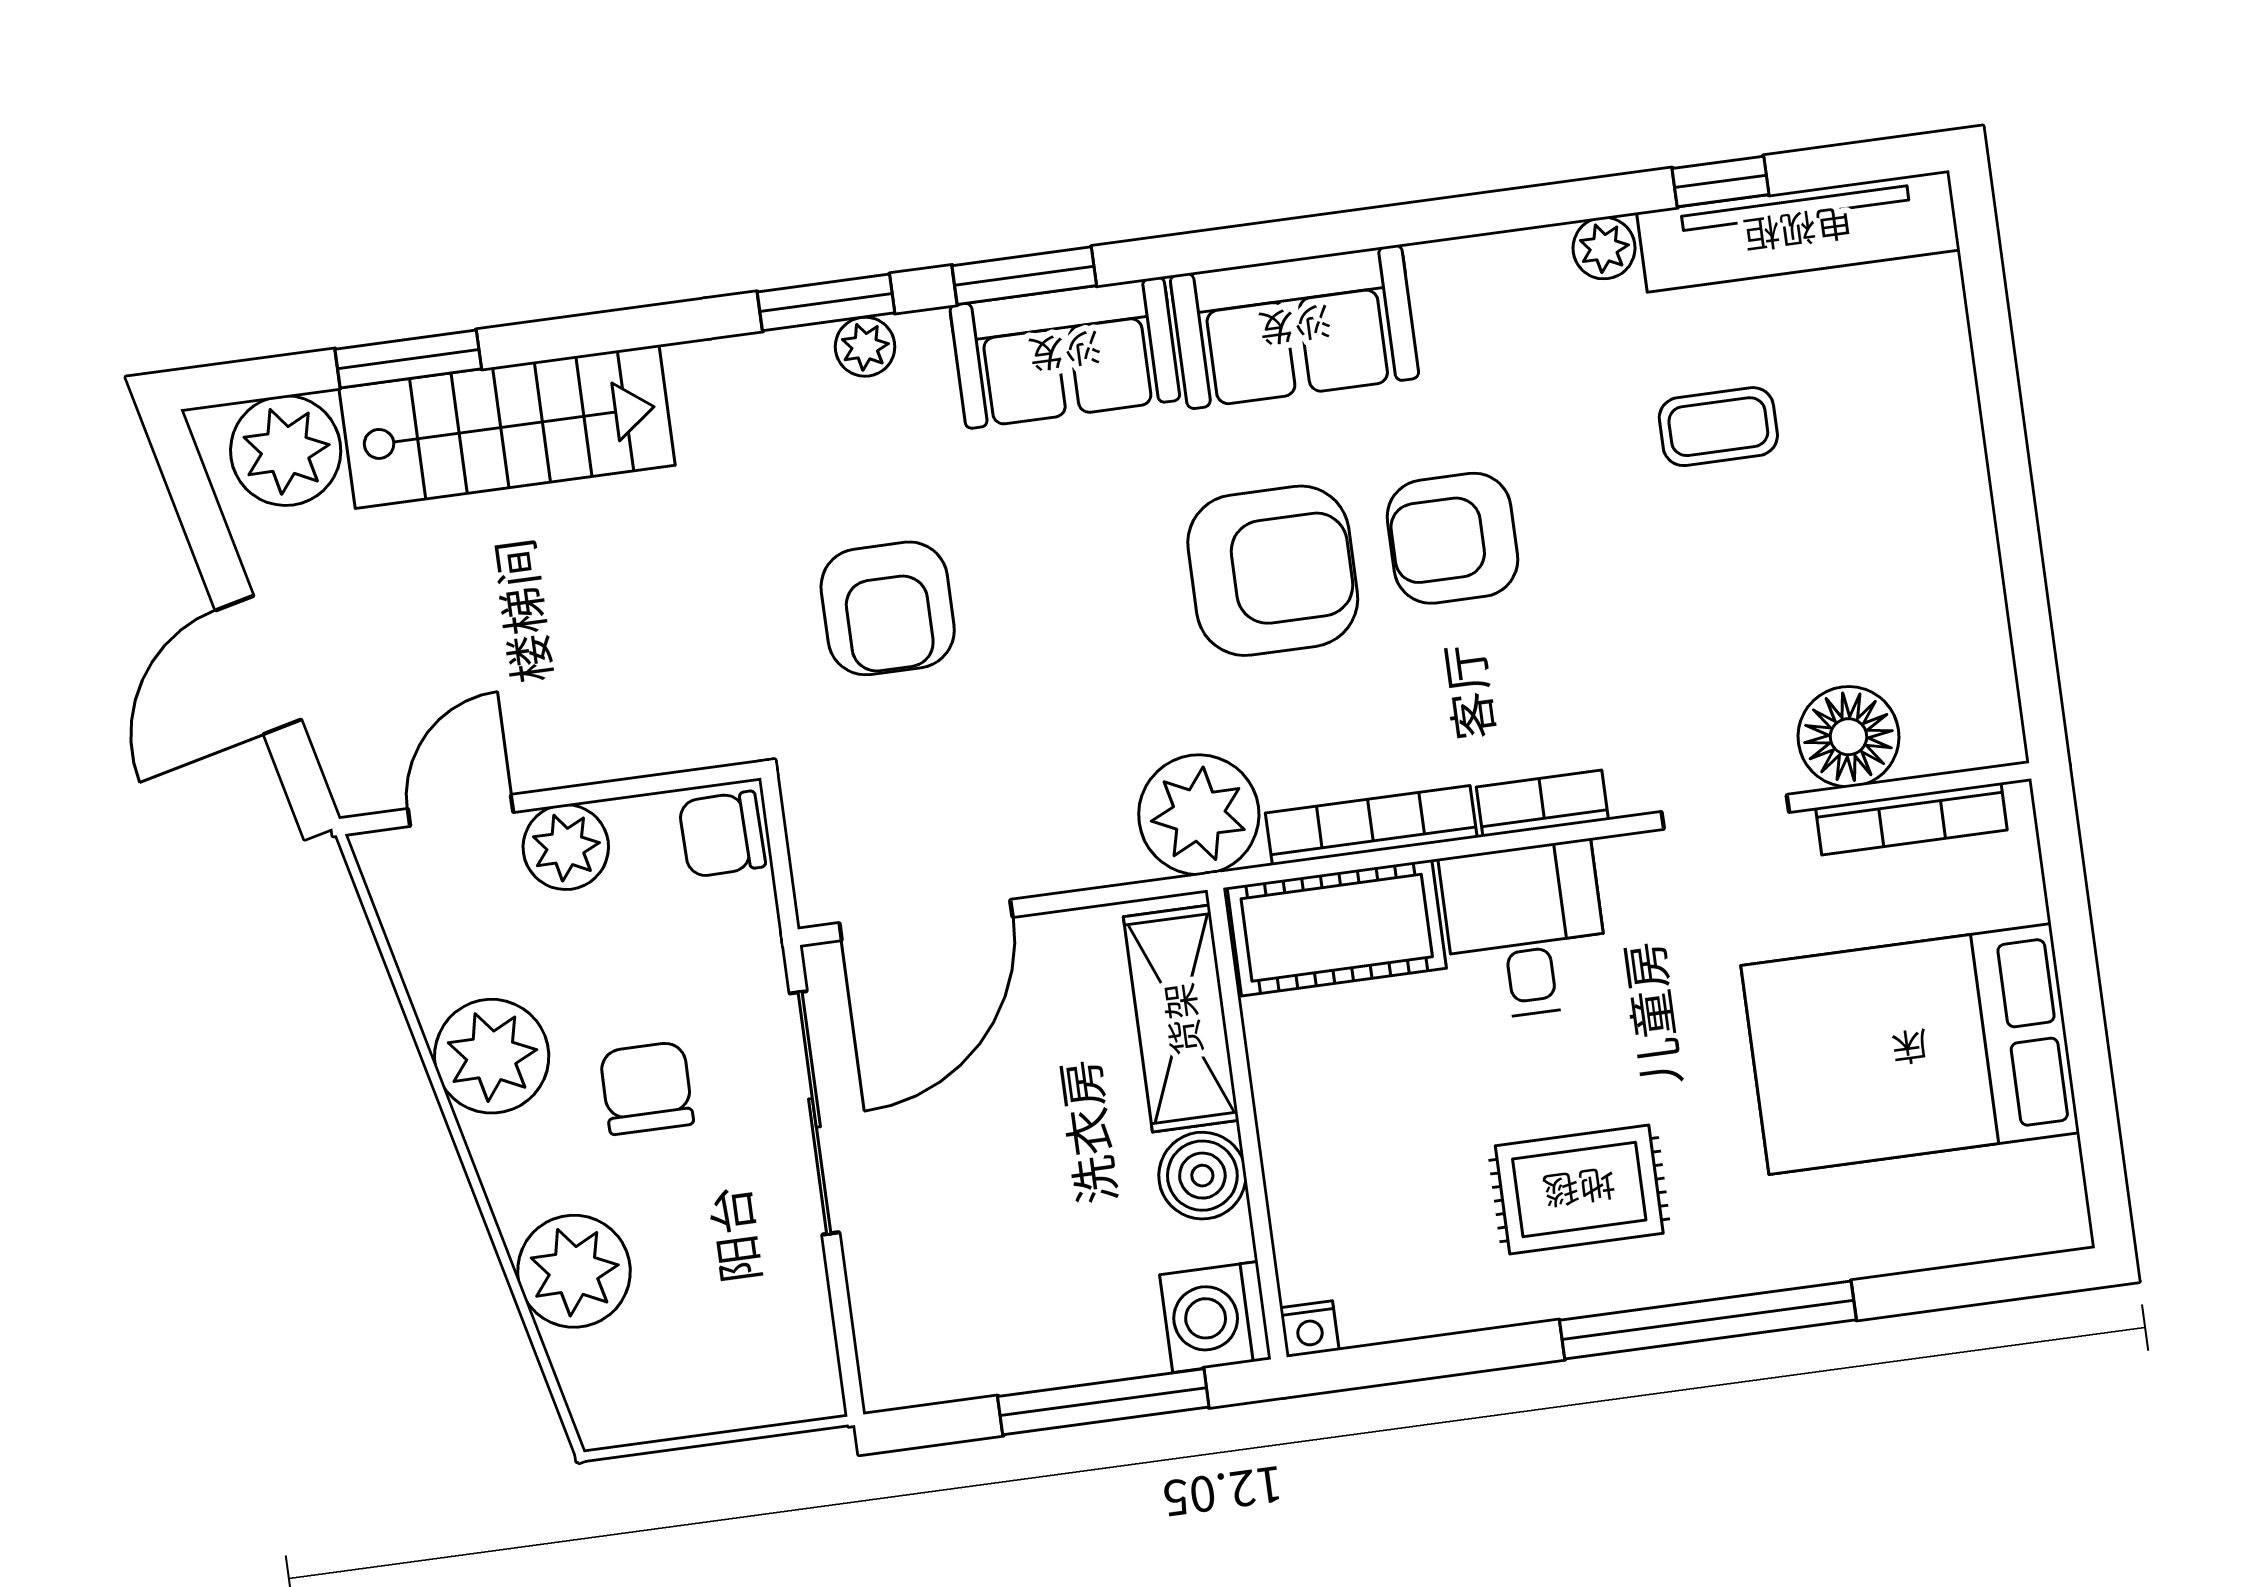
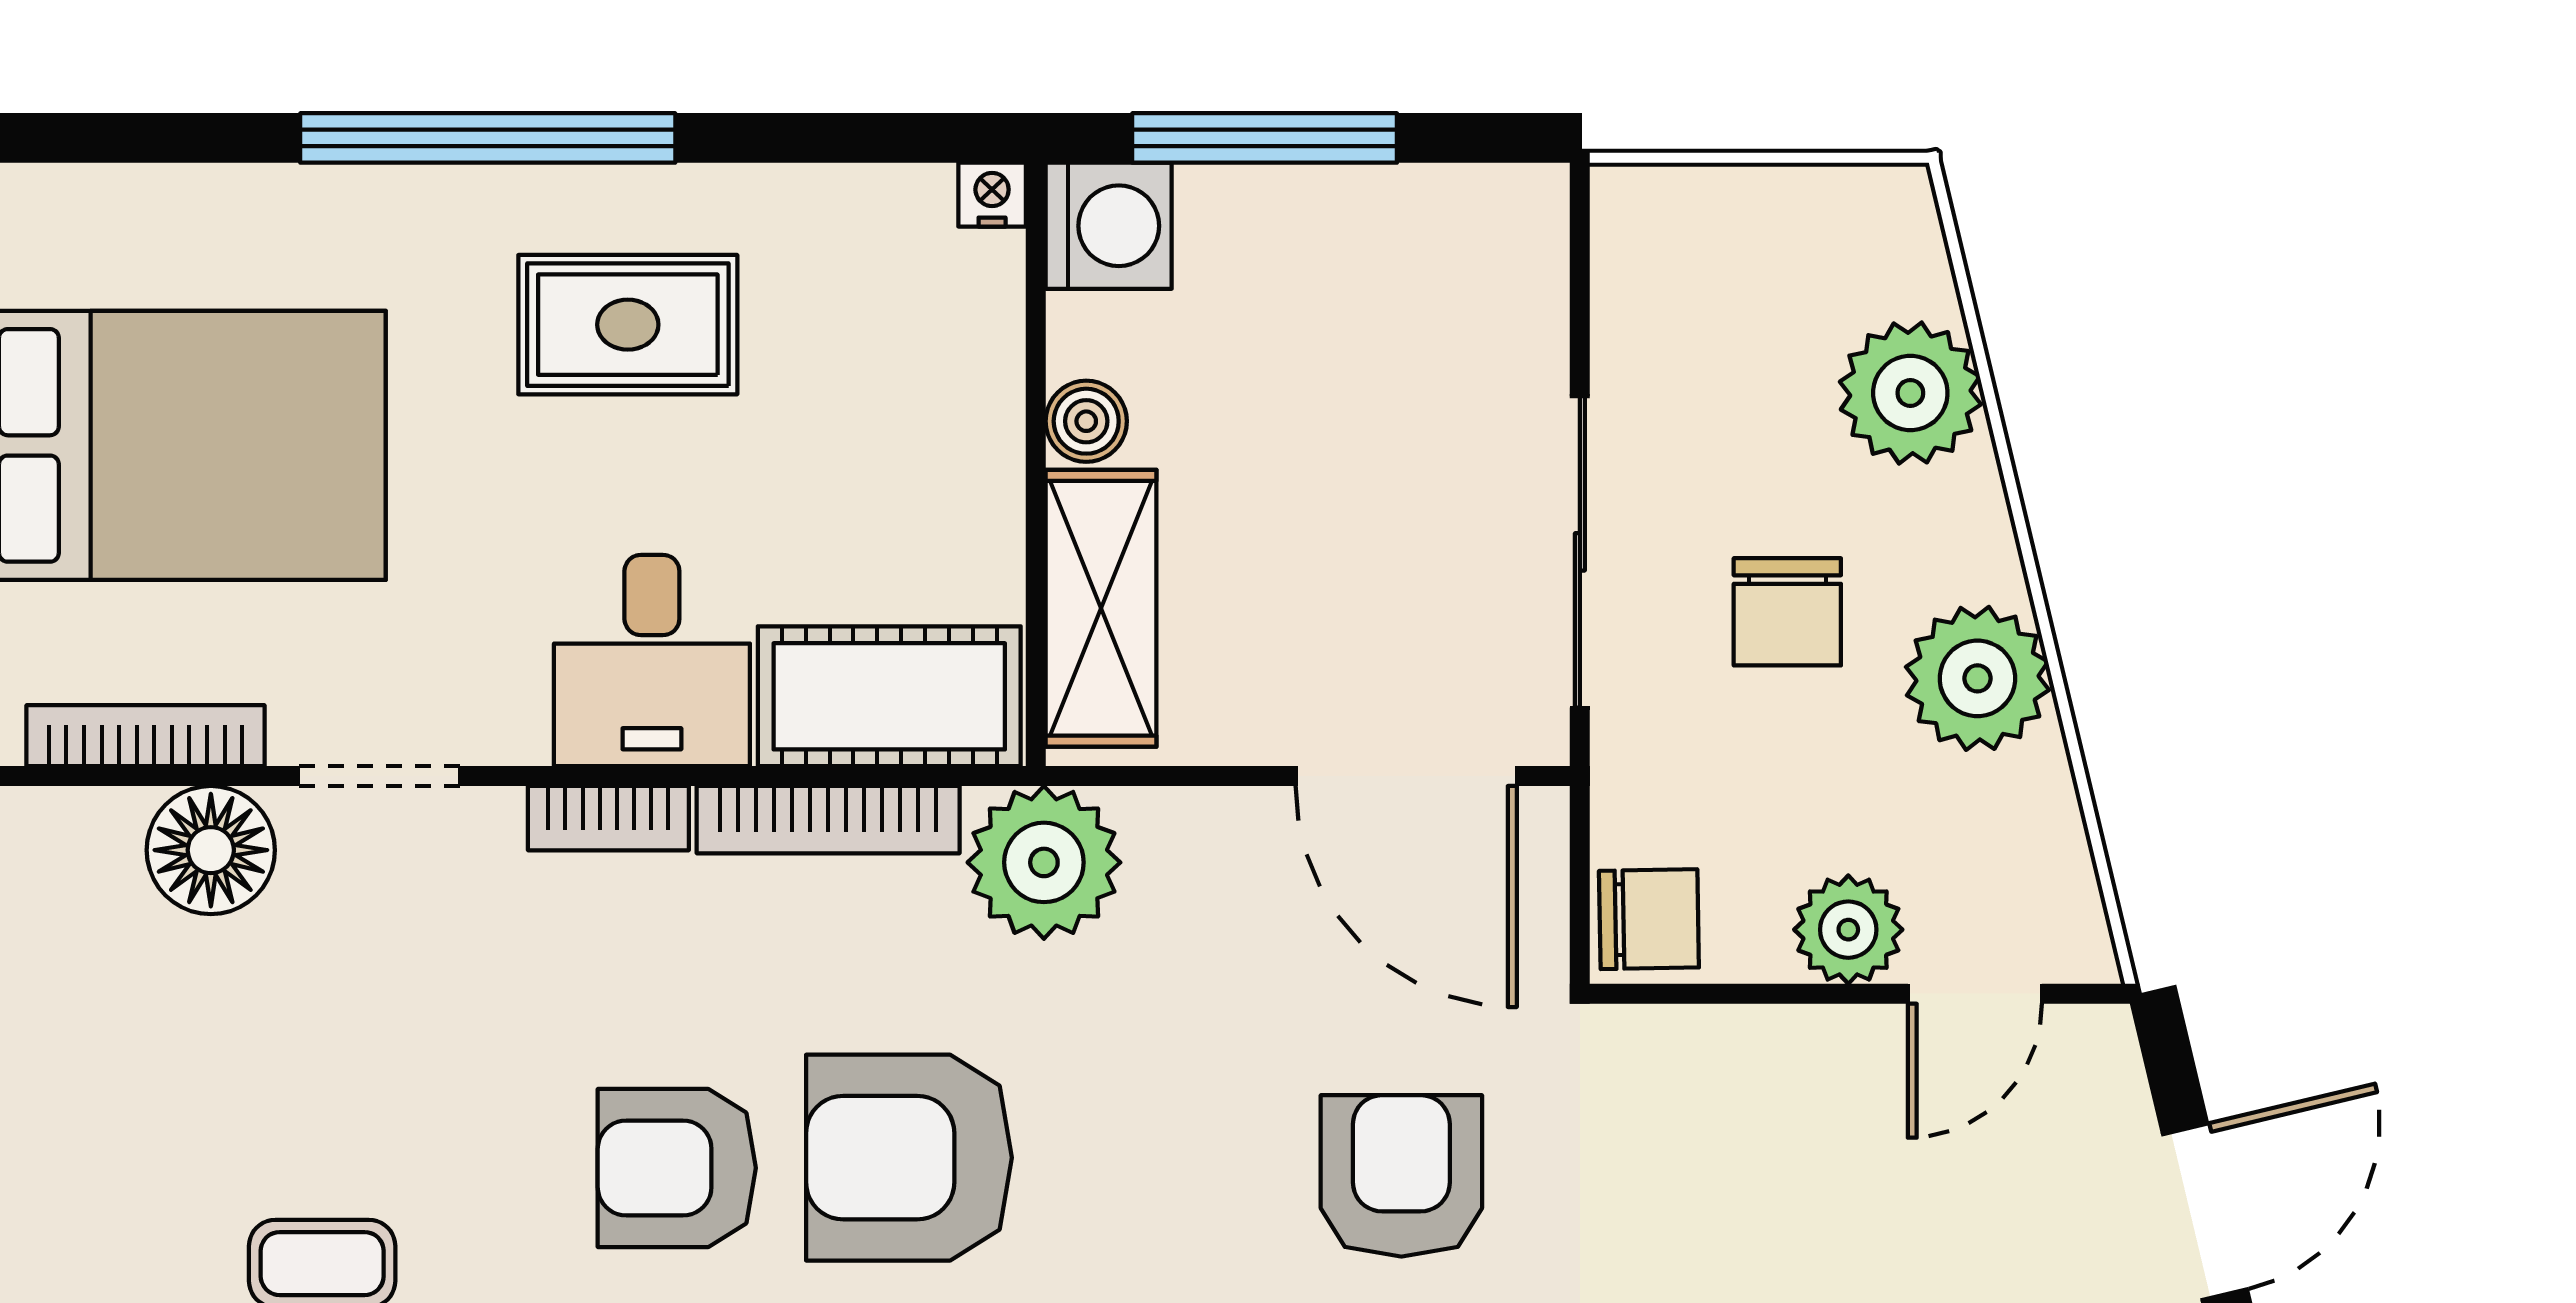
armchair: (1452, 538) -> (677, 1168), turned 180
door: (926, 920) -> (1406, 776), swing flipped
boiler: (1202, 1176) -> (1086, 421), width x0.73, depth x0.73

